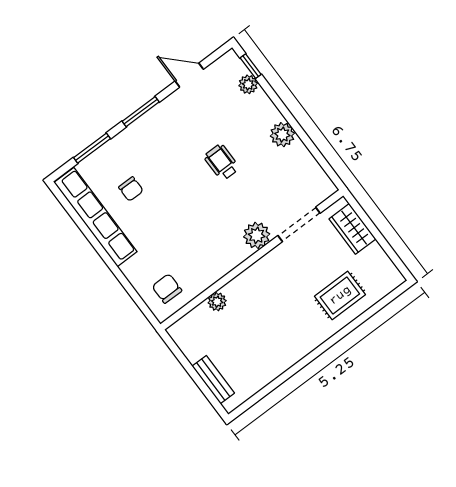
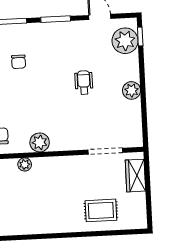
plant: (248, 84) -> (125, 41), width x1.88, depth x1.88
plant: (257, 235) -> (40, 142), moved

